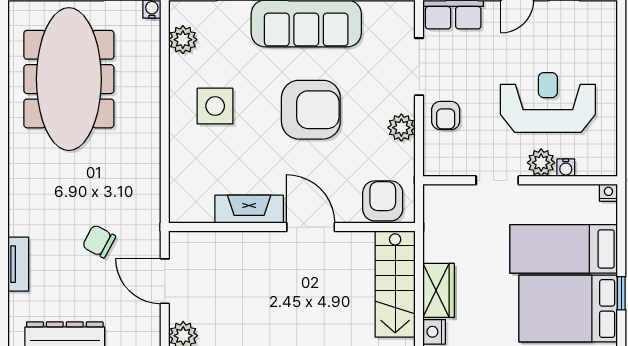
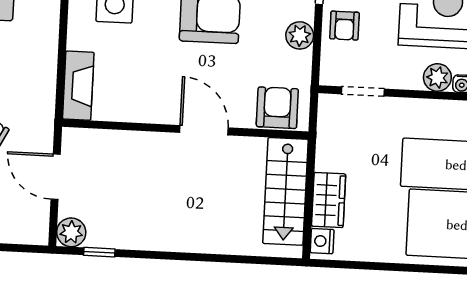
doorway: (497, 180) -> (363, 91), moved
fireplace: (249, 209) -> (78, 86), moved, turned 90

